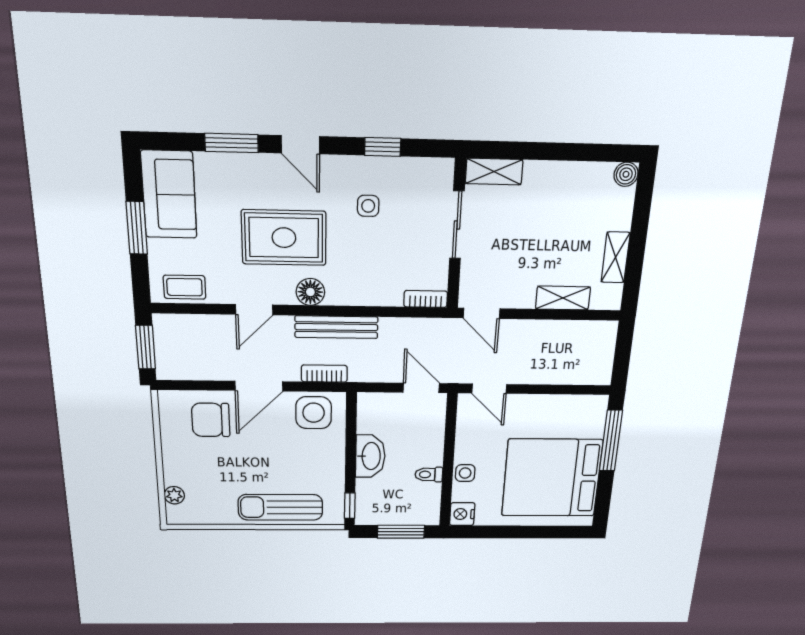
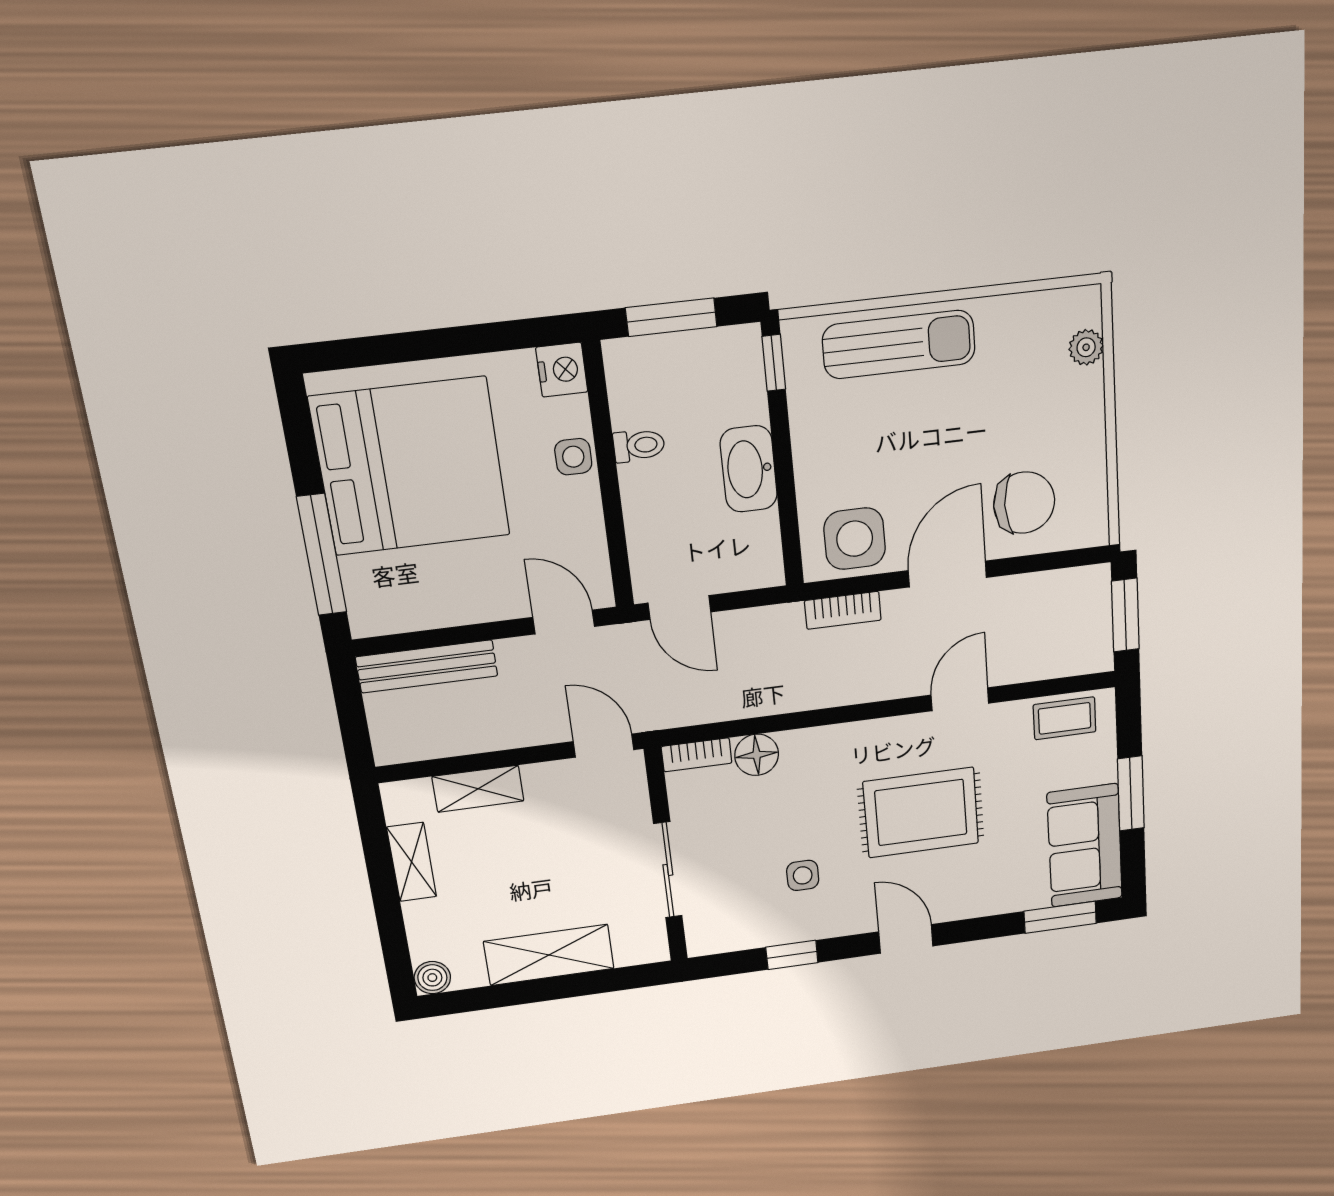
window: (232, 143) -> (1060, 917), moved
shelving: (494, 172) -> (549, 955), moved, width x1.50, depth x1.33
floor lamp: (310, 292) -> (757, 755), moved
bench: (336, 327) -> (427, 666), moved

